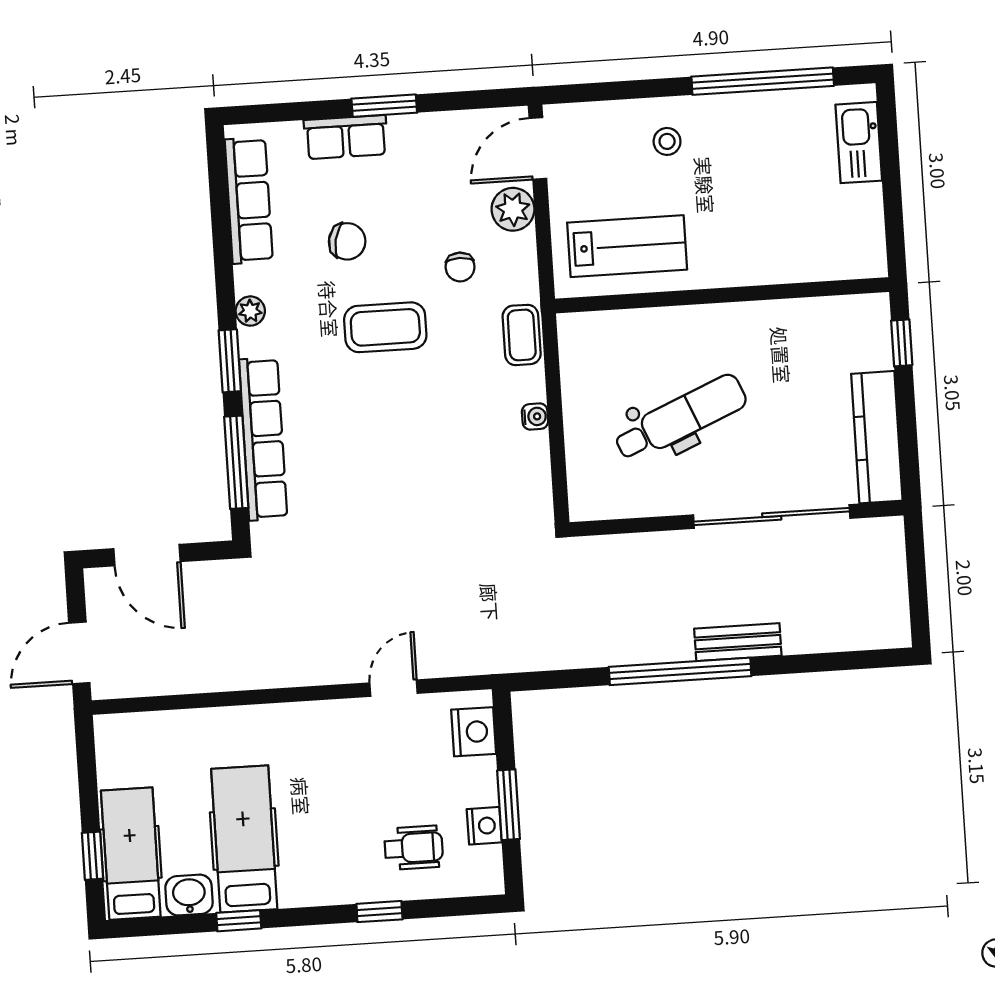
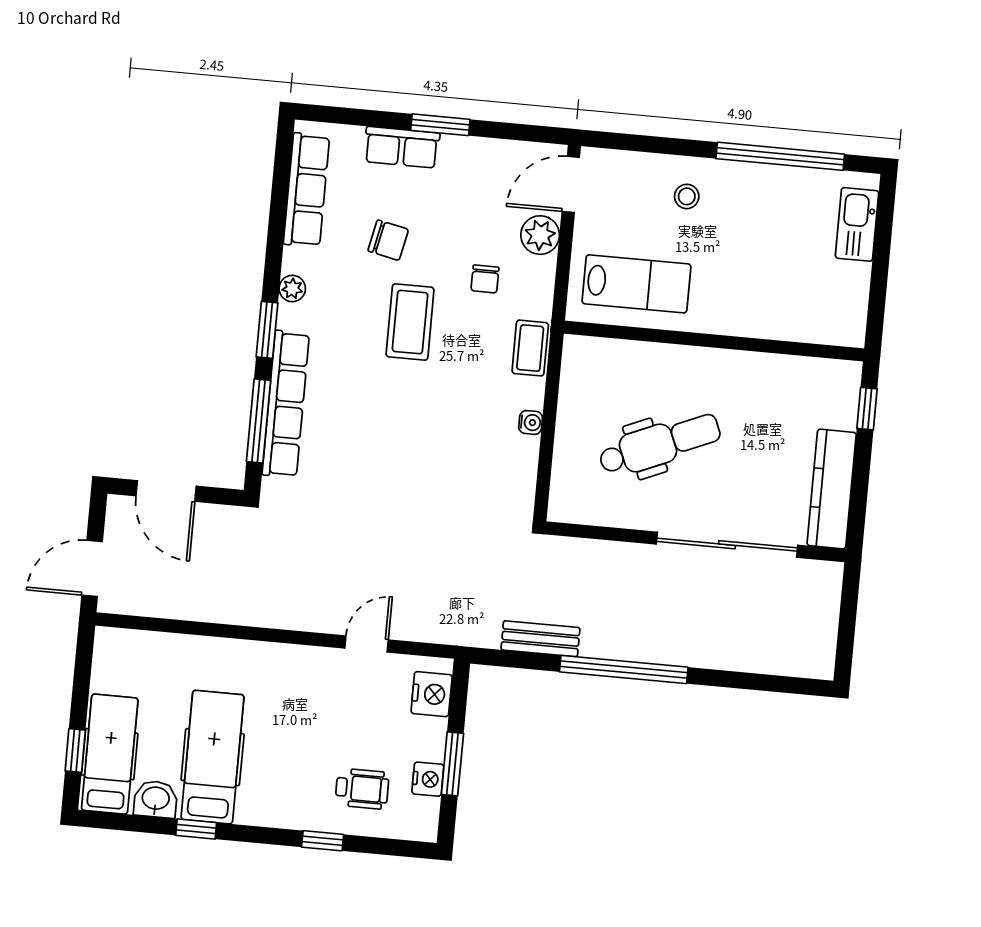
coffee table: (385, 327) -> (410, 322), turned 90
bench: (738, 642) -> (540, 639), moved

